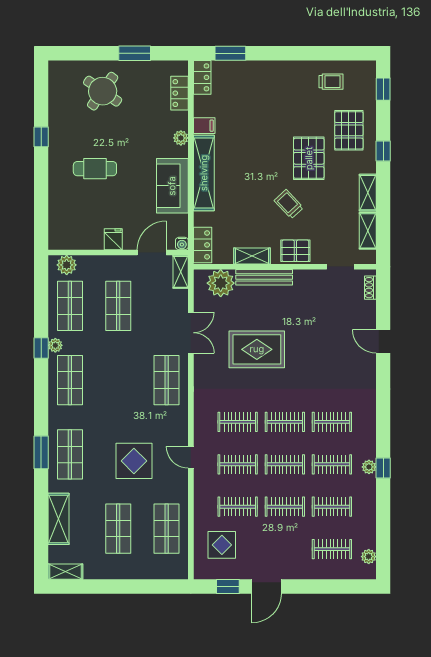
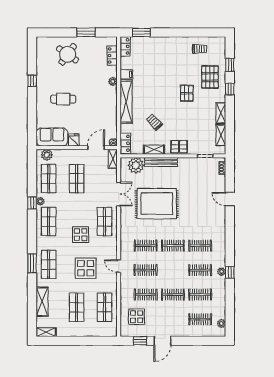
window: (383, 89) -> (230, 65), moved
pallet: (309, 158) -> (187, 93), width x0.67, depth x0.71
sofa: (172, 186) -> (52, 137), moved, turned 90
trolley: (289, 204) -> (154, 122), moved
rug: (257, 349) -> (157, 204), width x1.37, depth x1.44
display table: (125, 403) -> (81, 235), added
clothes rail: (285, 464) -> (173, 270), removed

